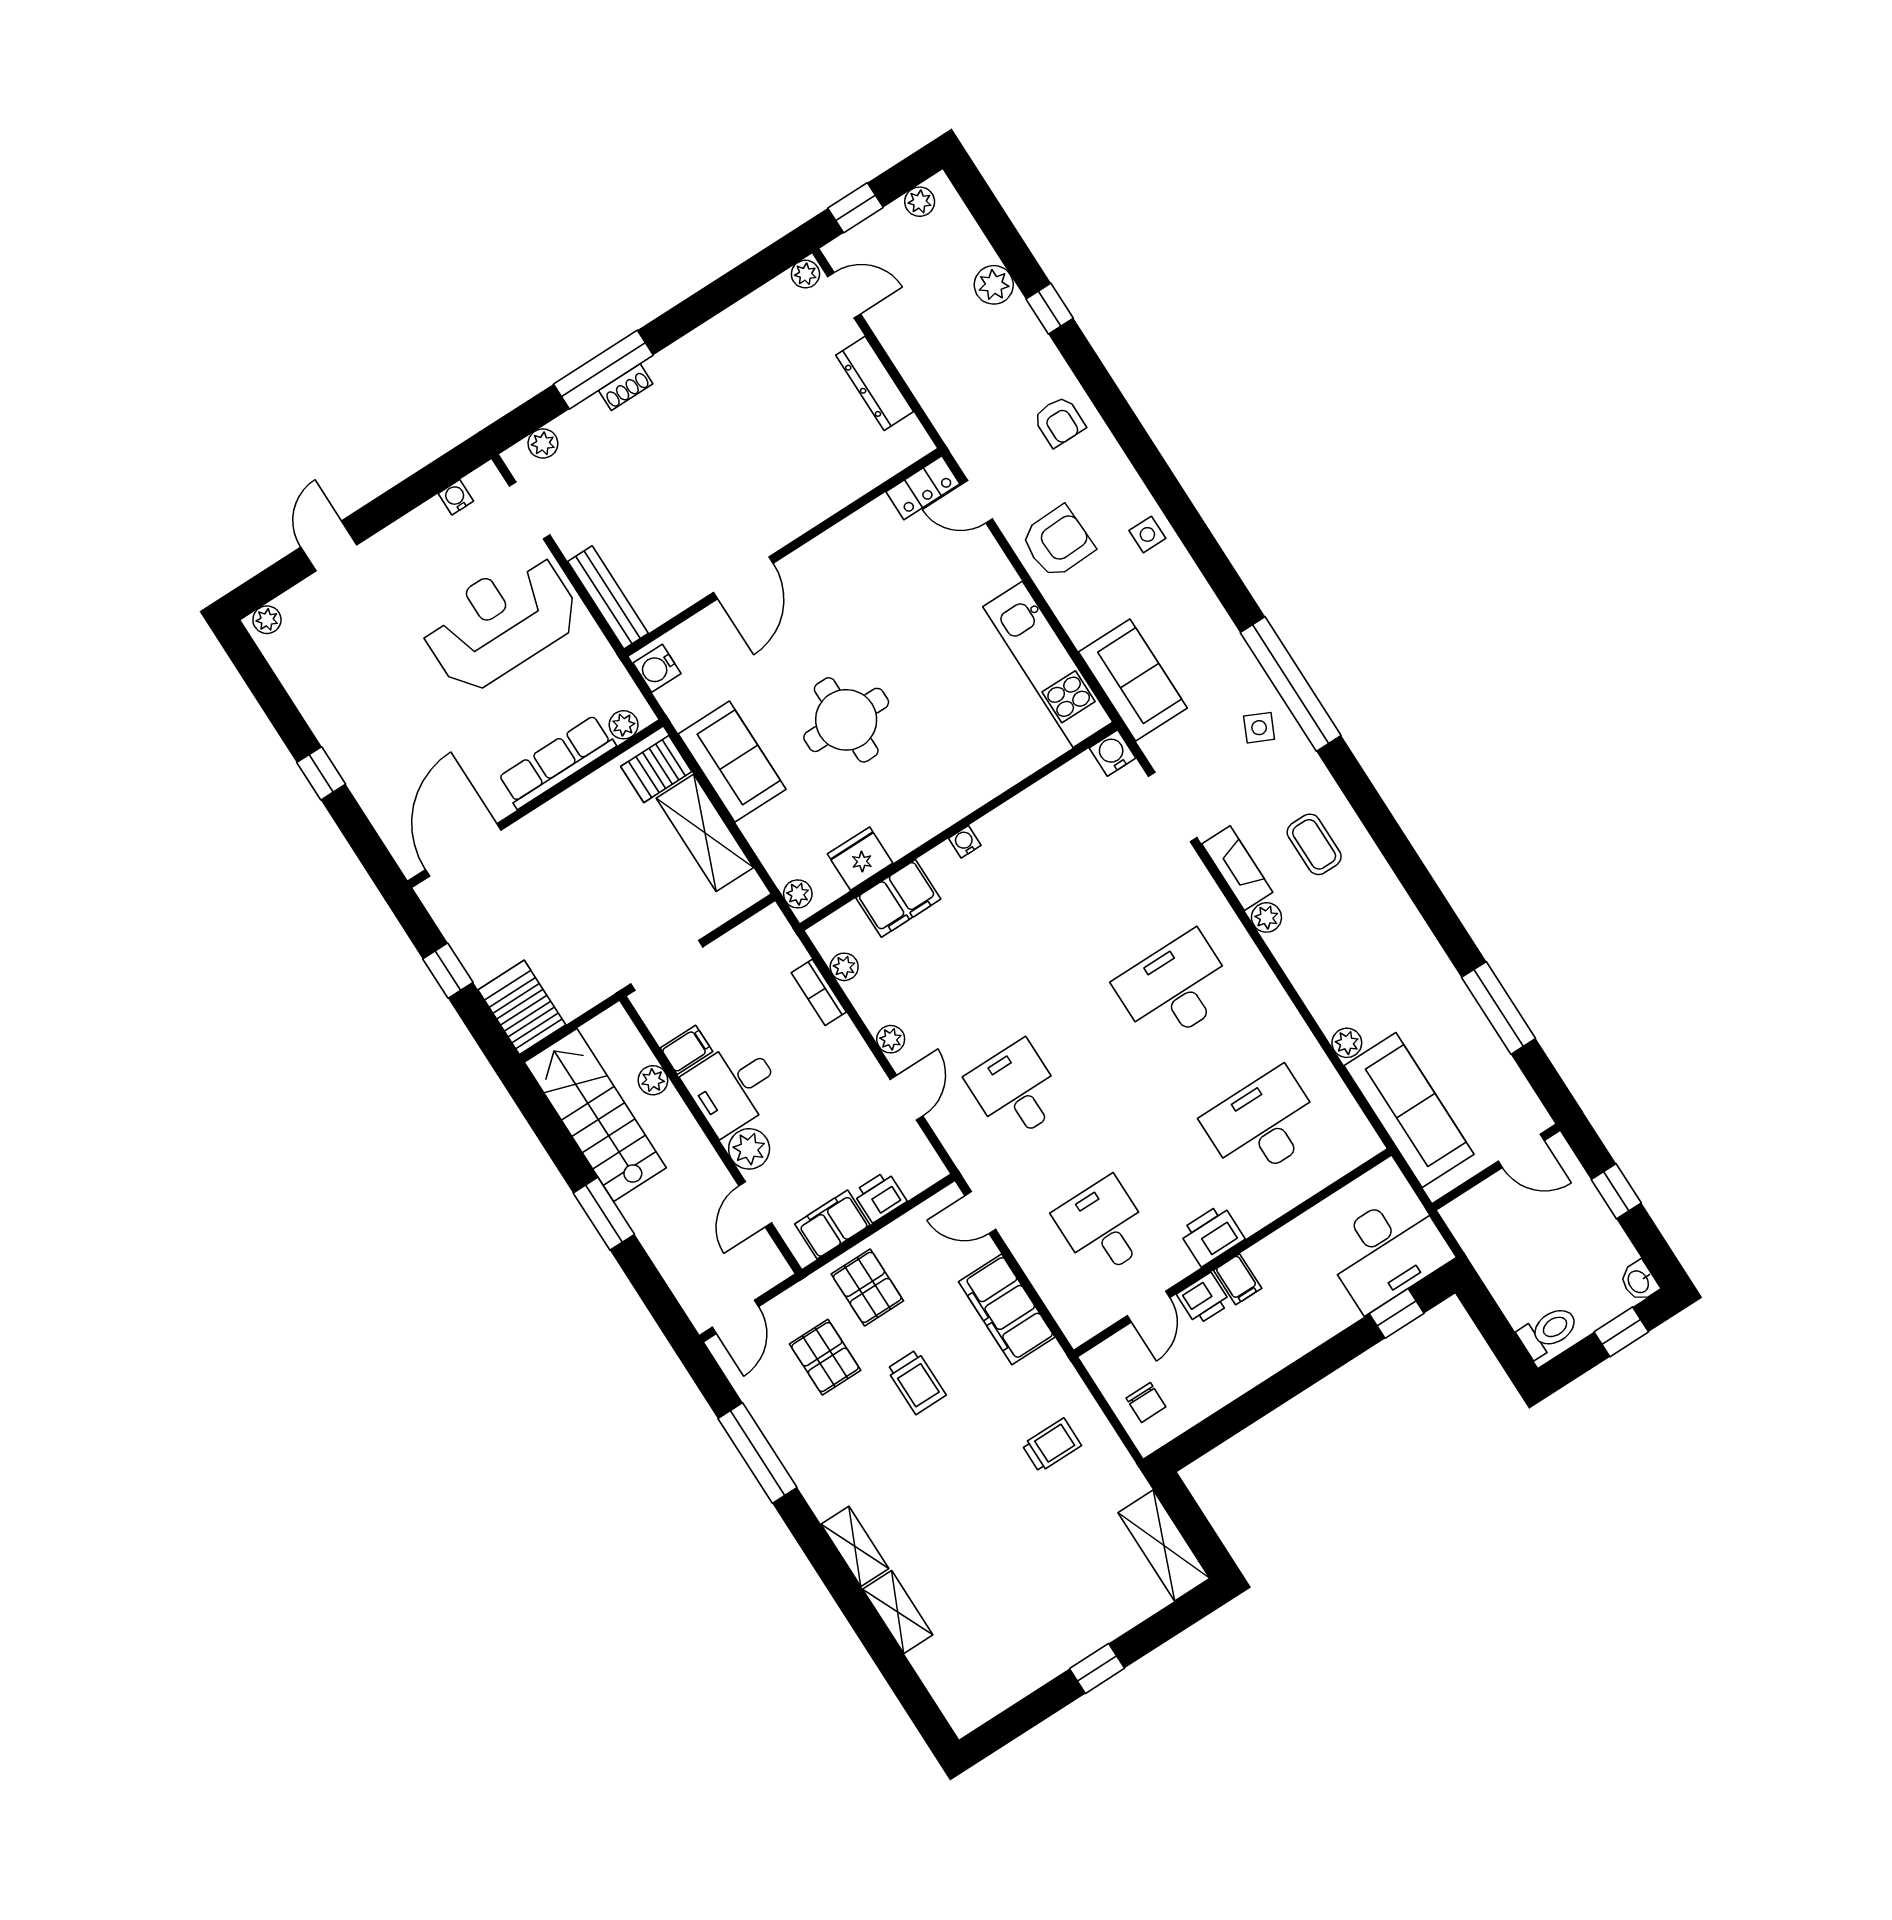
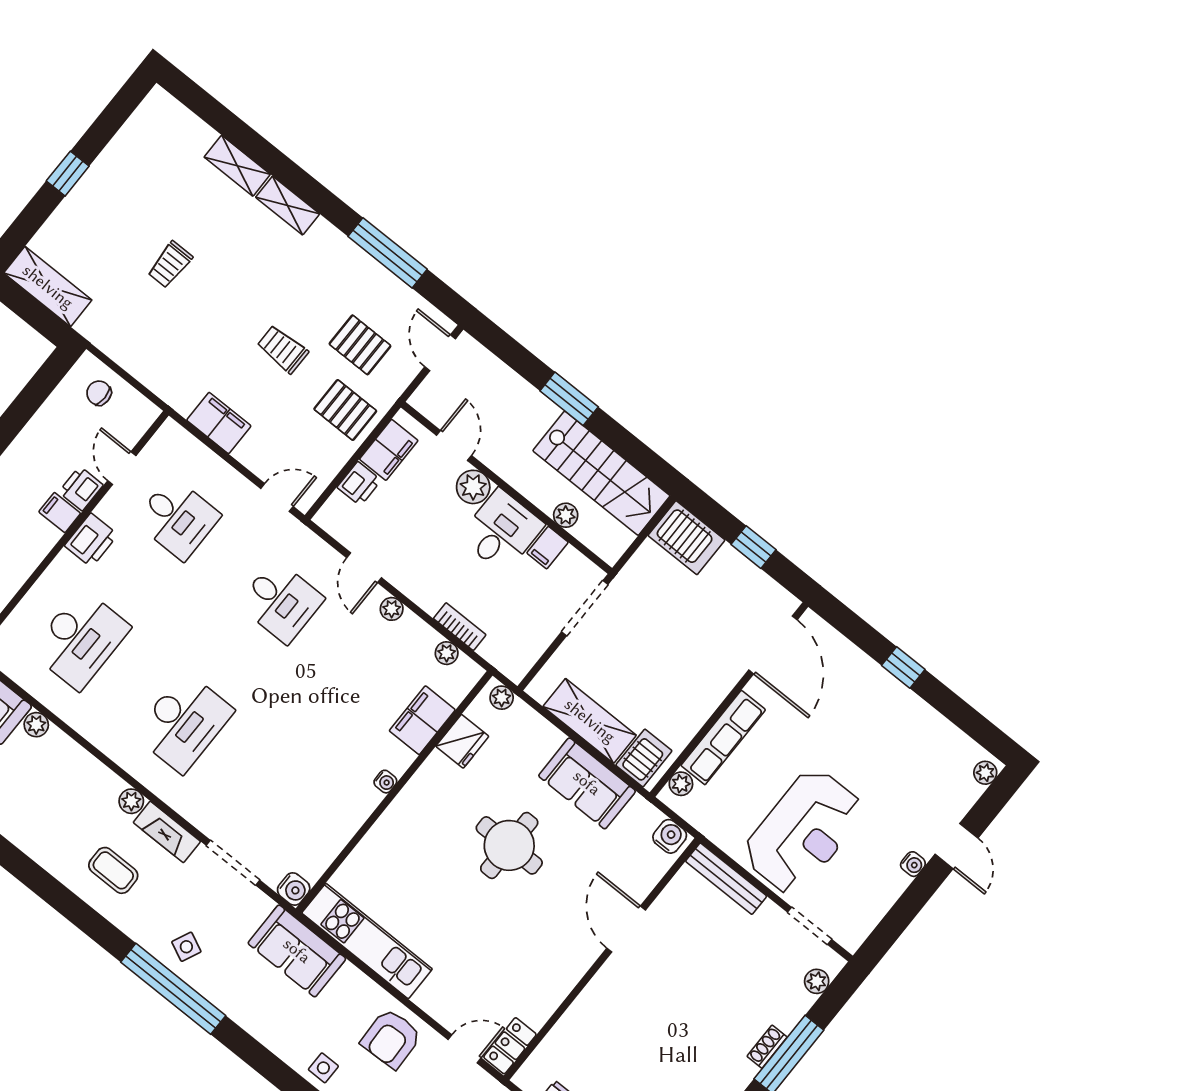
water cooler: (456, 497) -> (913, 864), moved
filing cabinet: (1007, 1309) -> (219, 423), width x0.67, depth x0.86
trolley: (1052, 1445) -> (170, 265), moved

